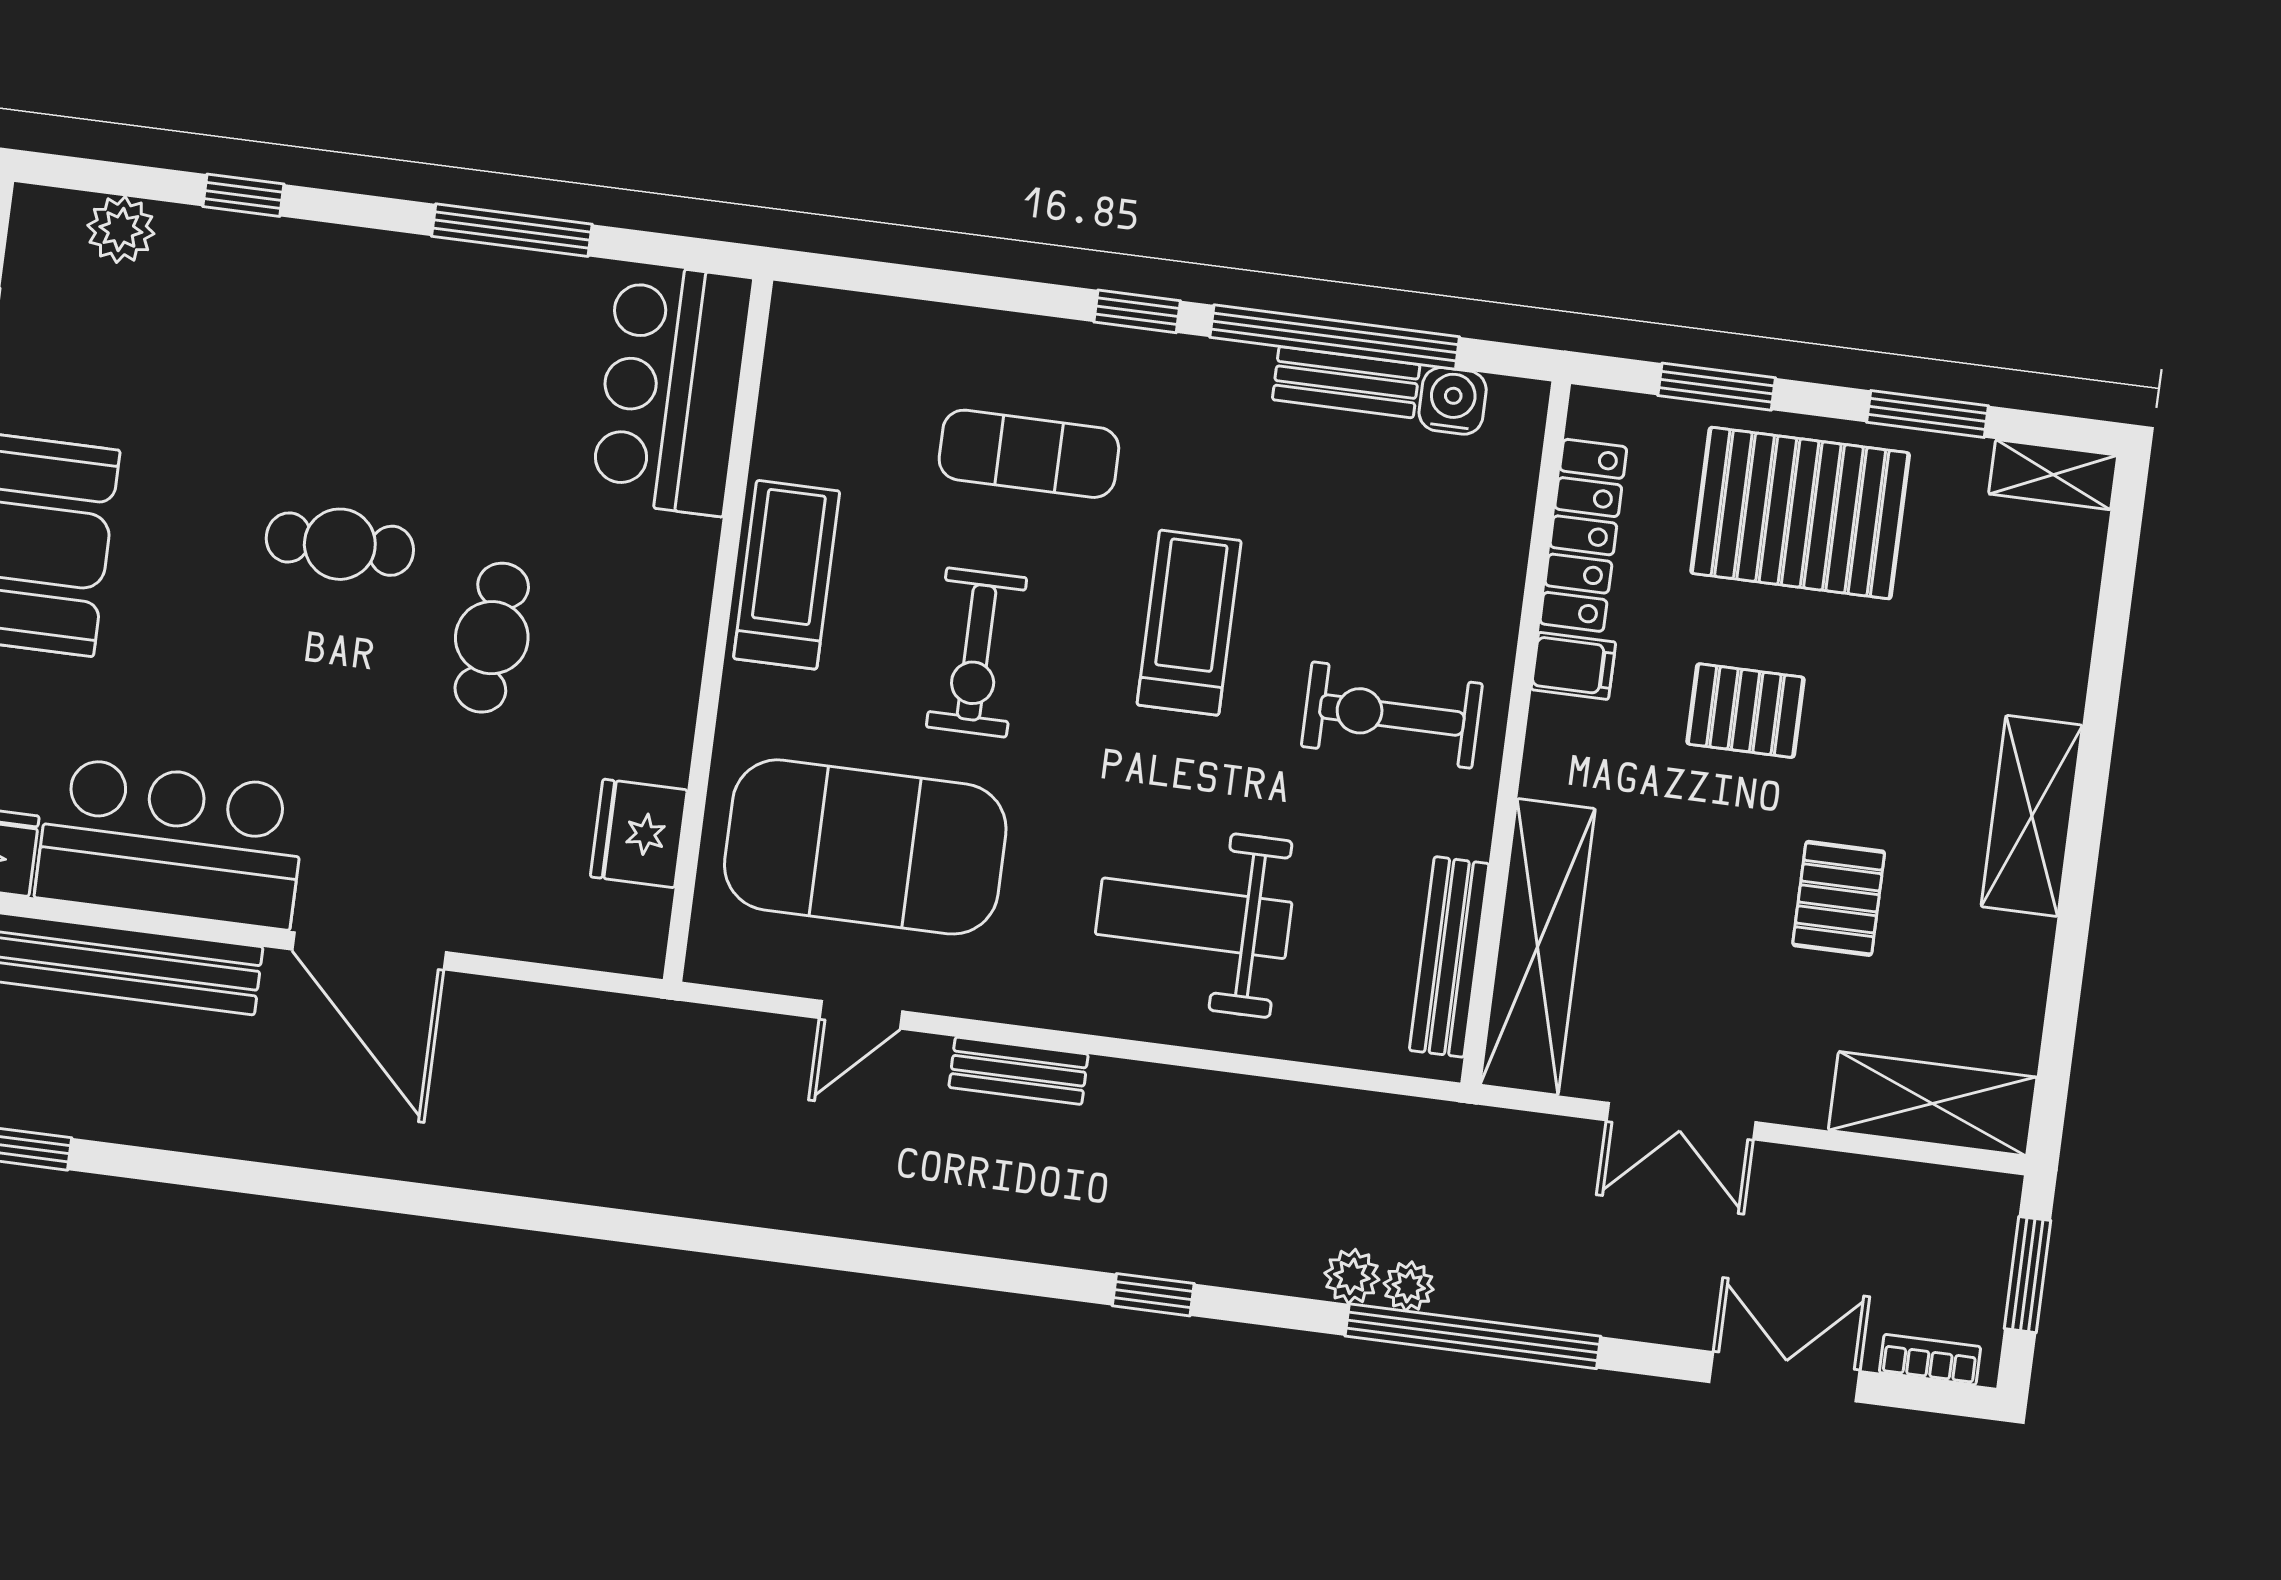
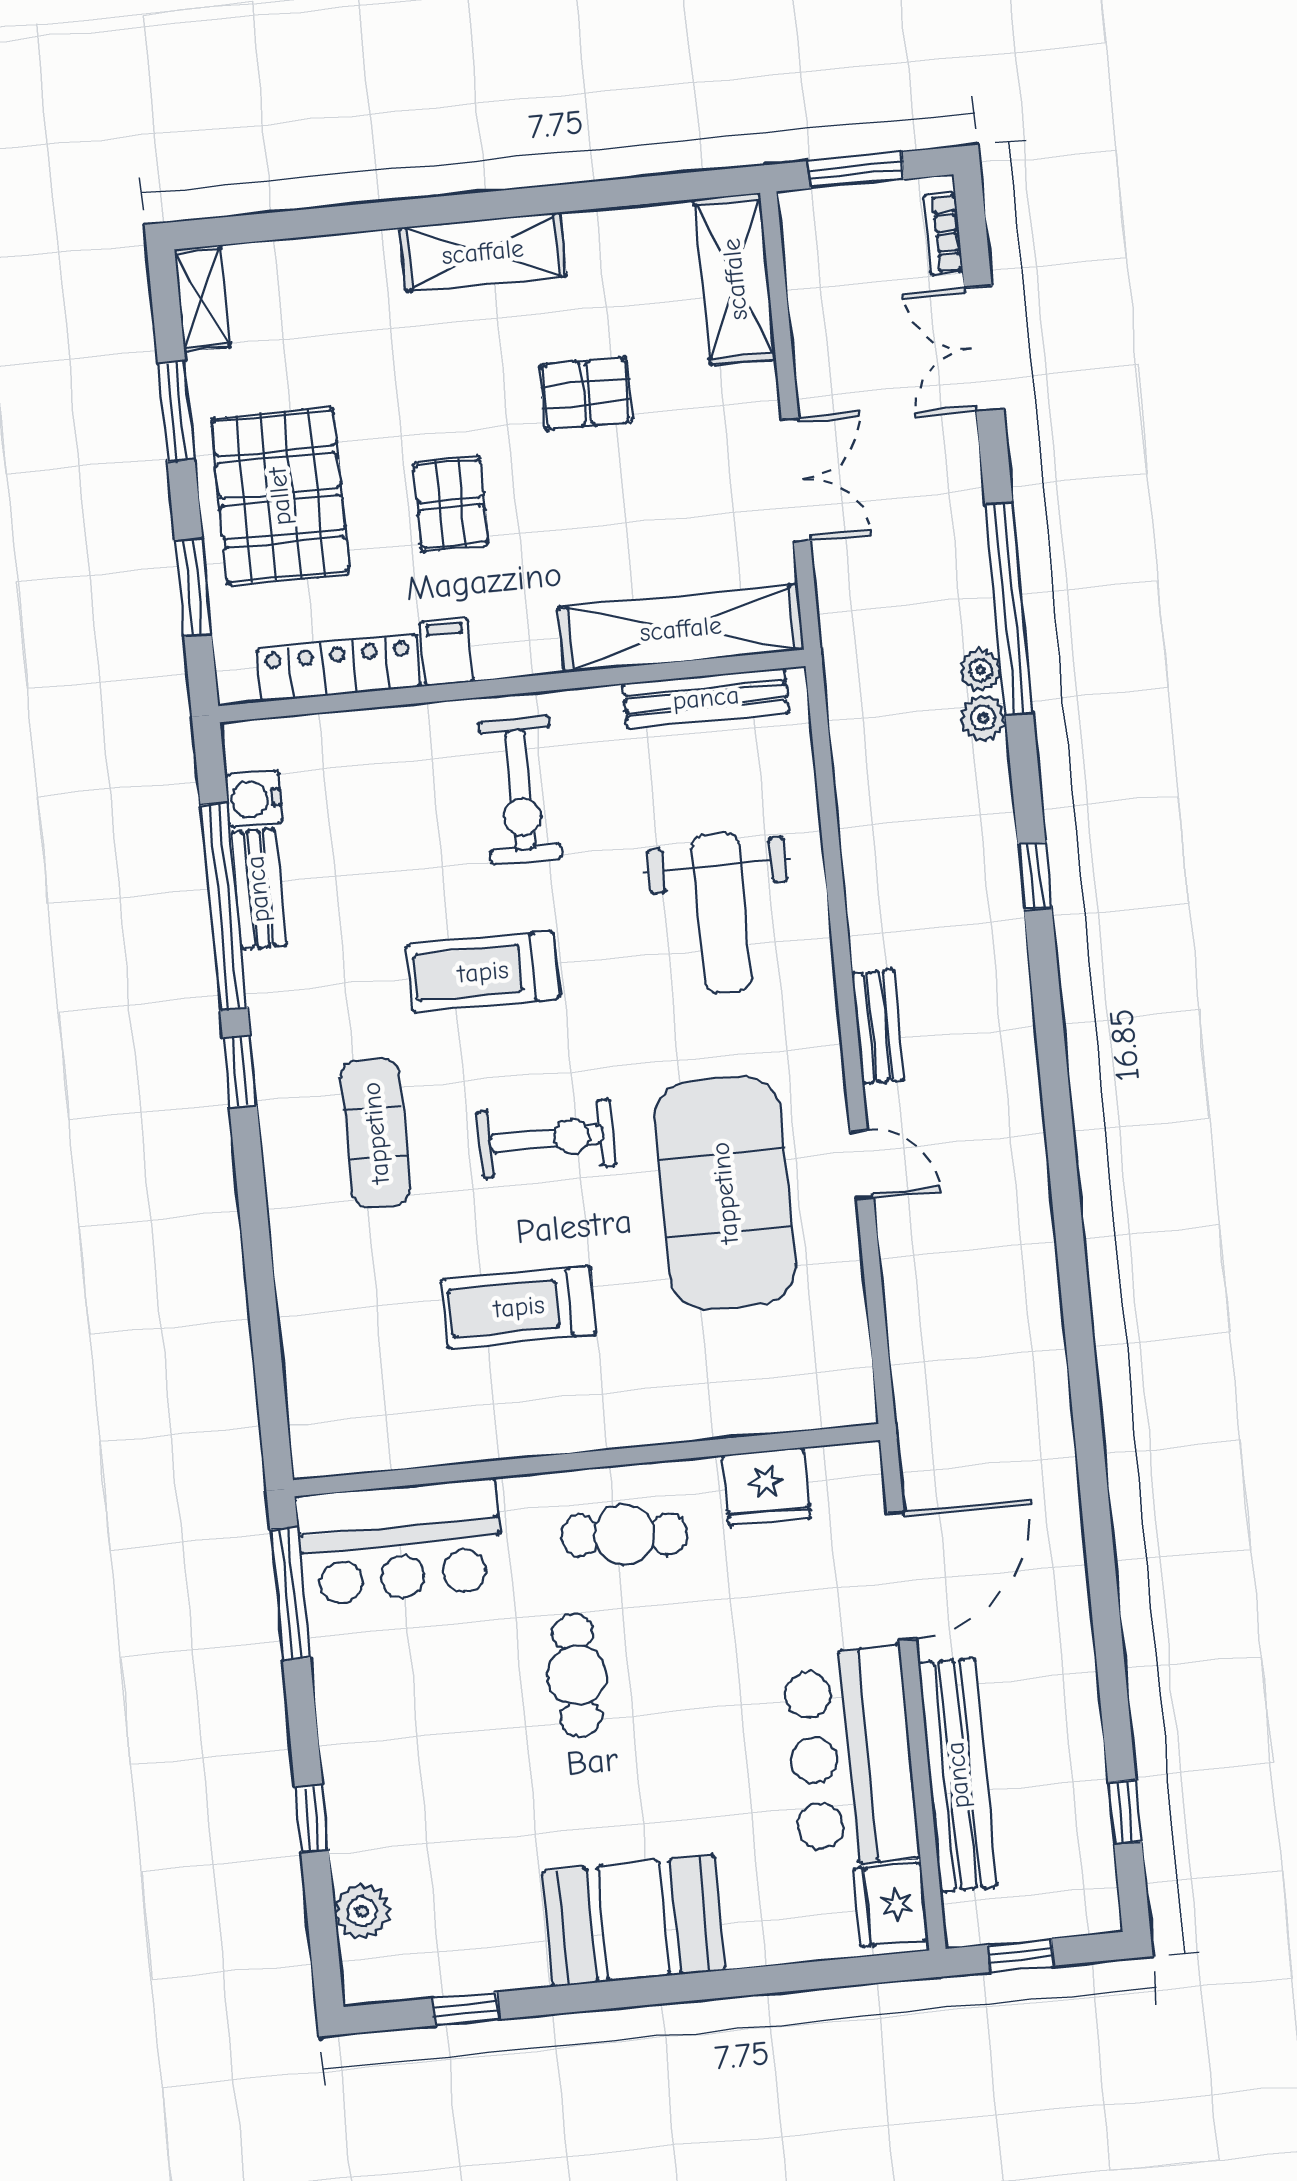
bar counter: (672, 389) -> (400, 1542), moved
wall: (718, 630) -> (586, 1460), moved
fridge: (639, 833) -> (766, 1487), moved

